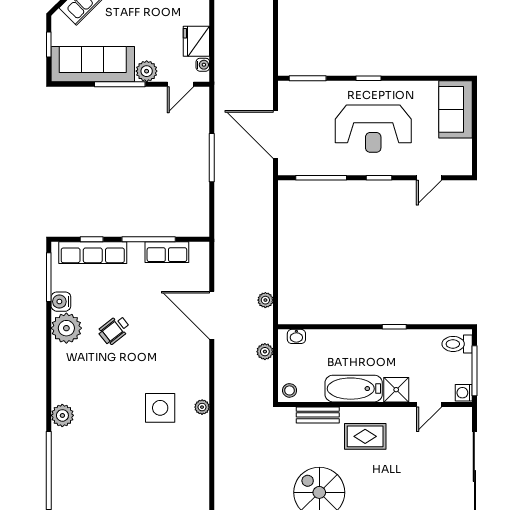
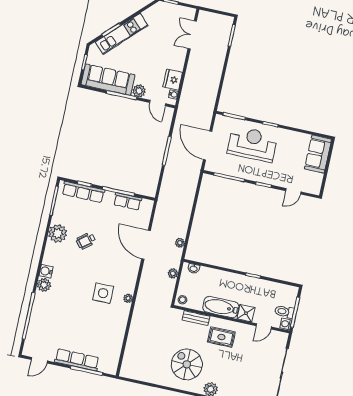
door: (180, 84) -> (158, 103), hinge flipped
reception desk: (373, 129) -> (252, 144), moved, turned 180
water cooler: (61, 302) -> (46, 271), moved
toilet: (457, 344) -> (284, 312), moved

